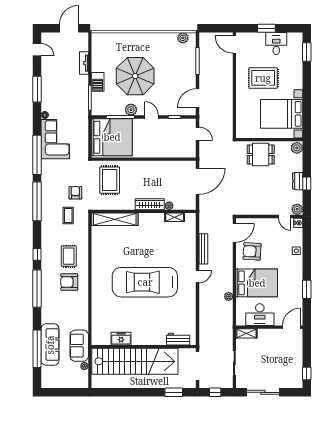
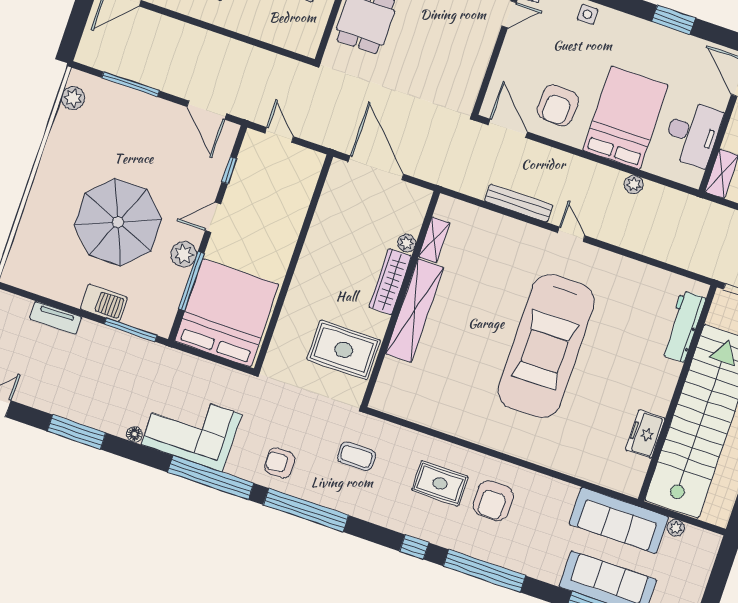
door: (198, 134) -> (279, 135), hinge flipped
rug: (110, 180) -> (344, 350), moved
armchair: (75, 193) -> (280, 463), moved
shelving: (115, 219) -> (415, 311), moved
workbench: (178, 339) -> (683, 326), width x1.38
sofa: (79, 346) -> (619, 520), width x1.36

